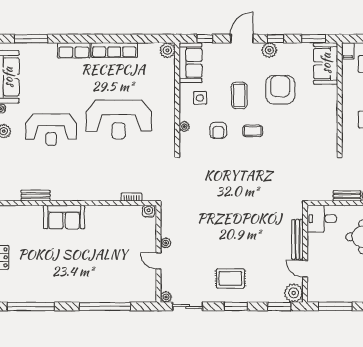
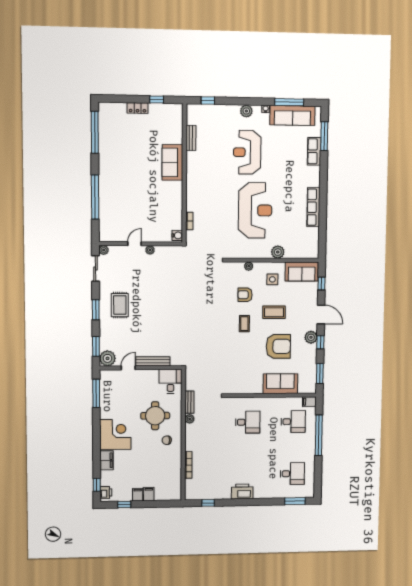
row of seats: (74, 50) -> (314, 151), moved
plant: (167, 50) -> (278, 252), moved
sofa: (326, 63) -> (280, 384), moved
reception desk: (119, 120) -> (255, 210), turned 180

